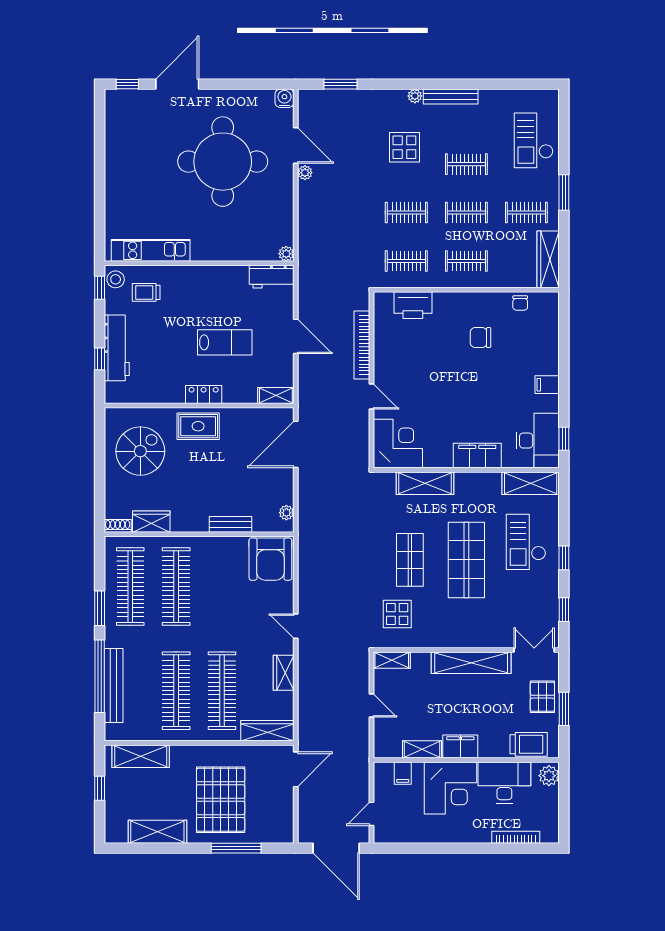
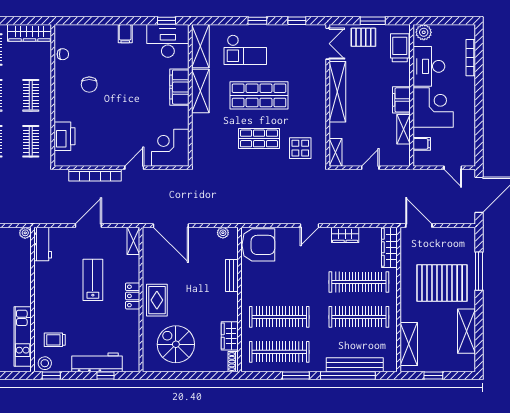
trolley: (146, 292) -> (55, 340), turned 90
shelving: (425, 483) -> (200, 91), moved
double door: (534, 650) -> (328, 44), swing flipped

